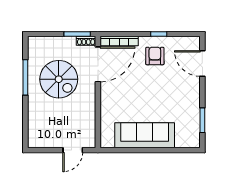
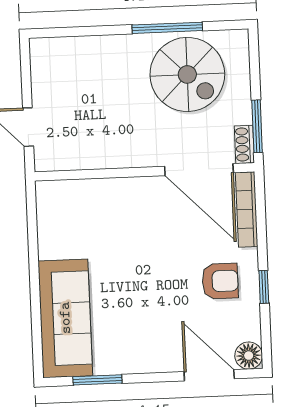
floor lamp: (193, 43) -> (249, 356), added
door: (202, 64) -> (209, 375), hinge flipped
spiral stairs: (59, 79) -> (187, 74), moved, turned -90
sofa: (145, 135) -> (65, 318), moved

